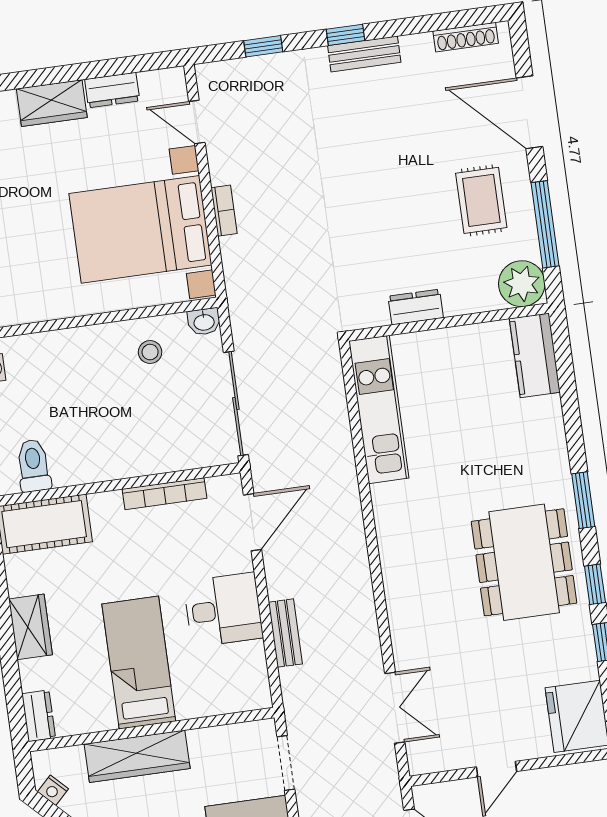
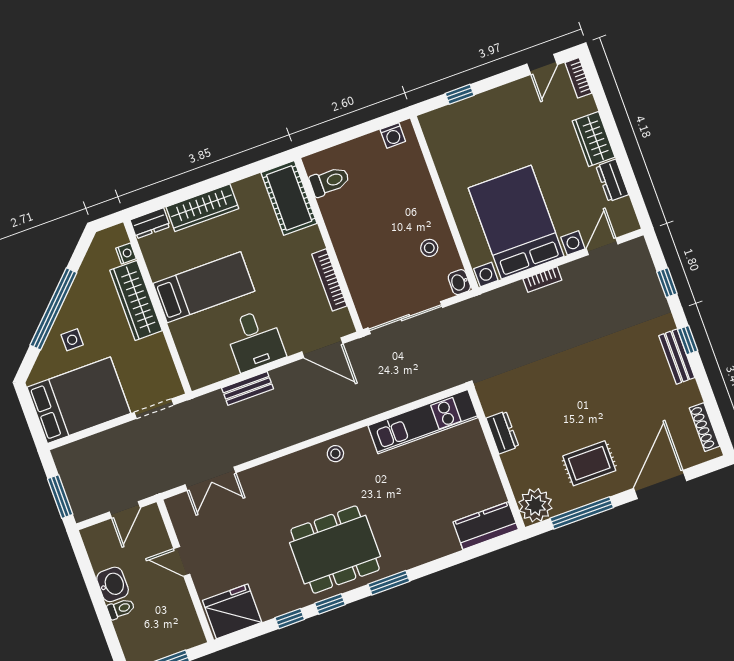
stool: (397, 535) -> (335, 454), added
wardrobe: (31, 627) -> (202, 208), width x1.50
nightstand: (53, 790) -> (126, 253), moved, turned 135

